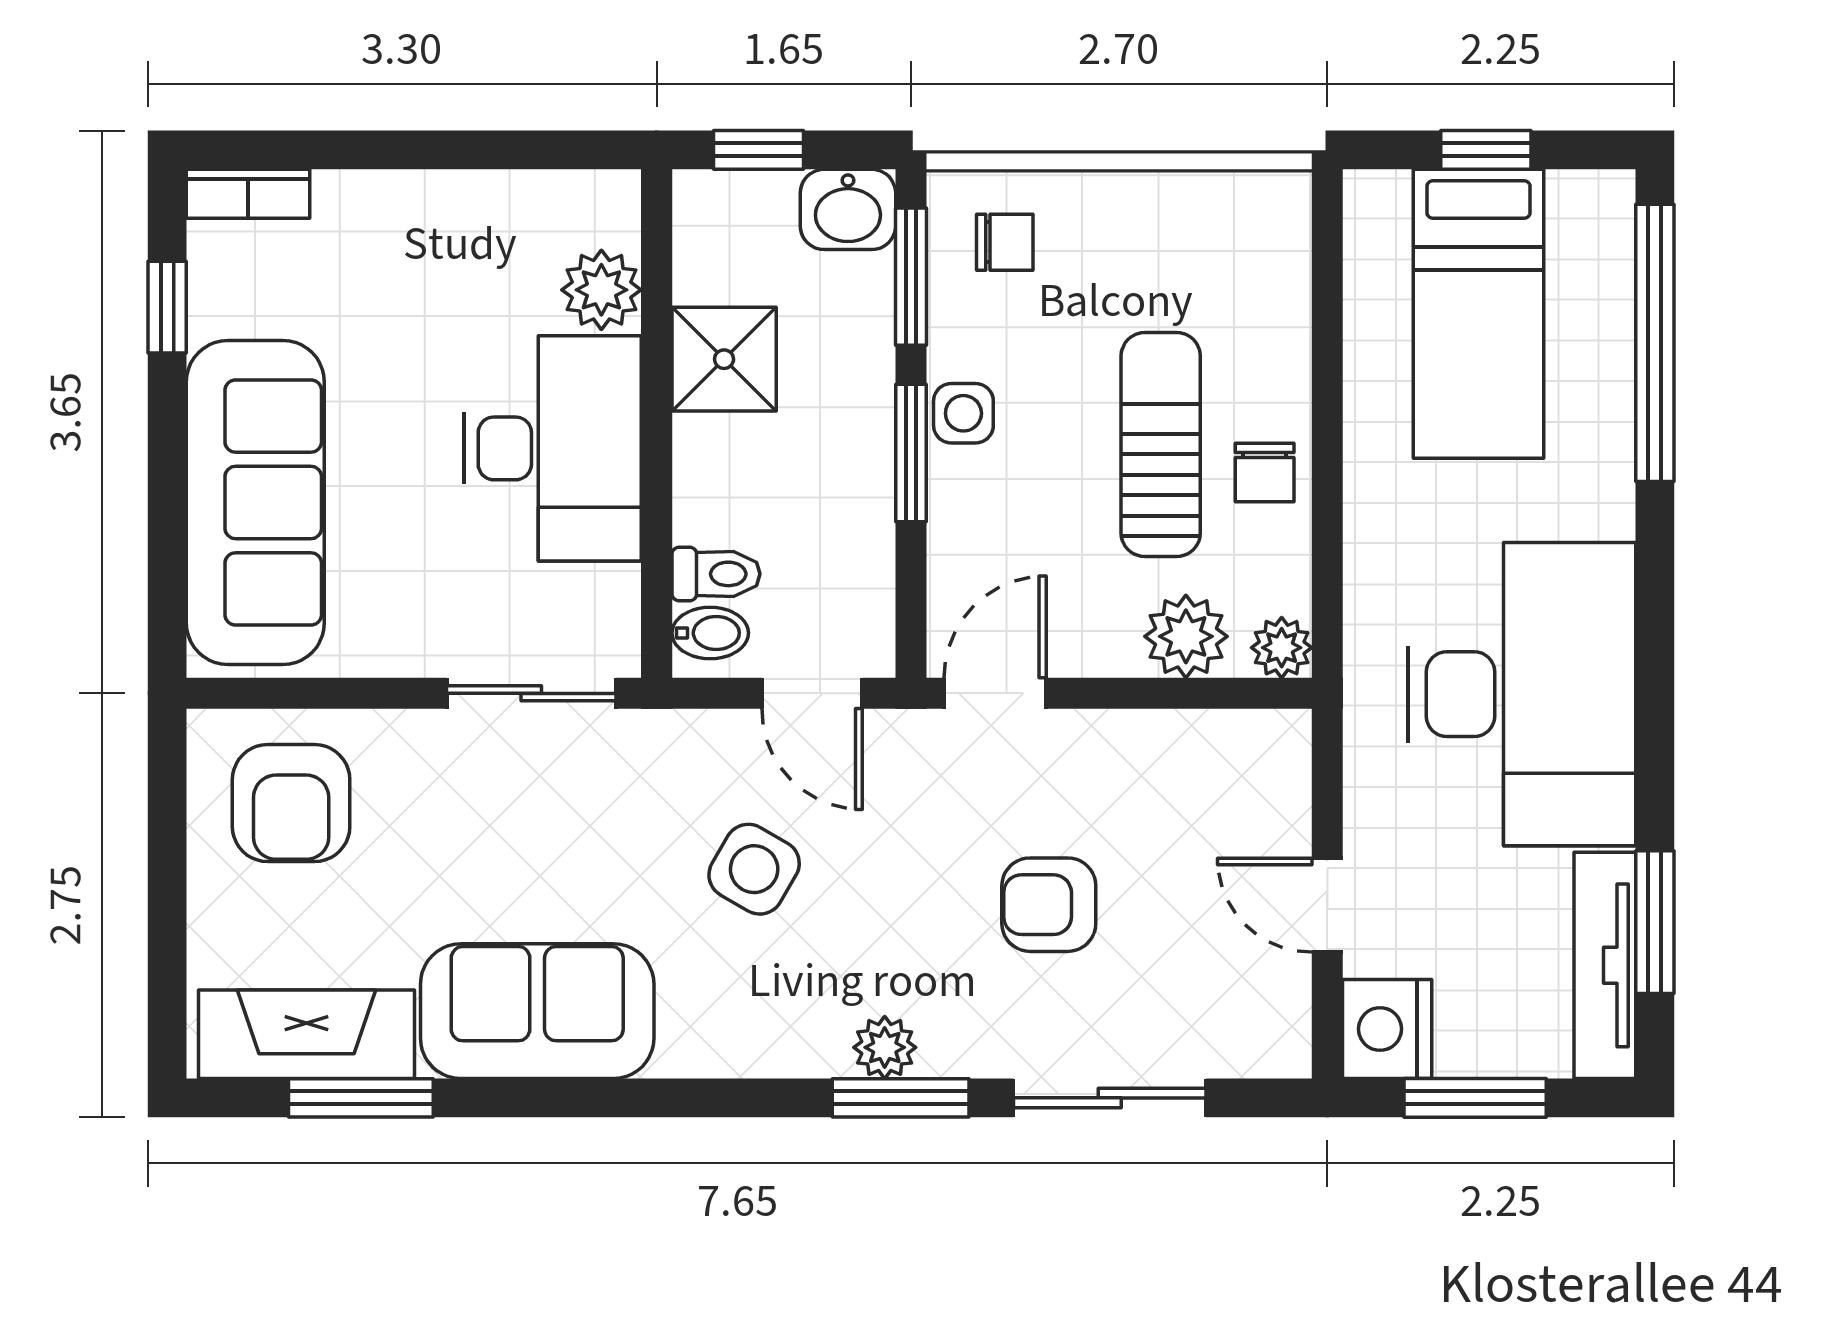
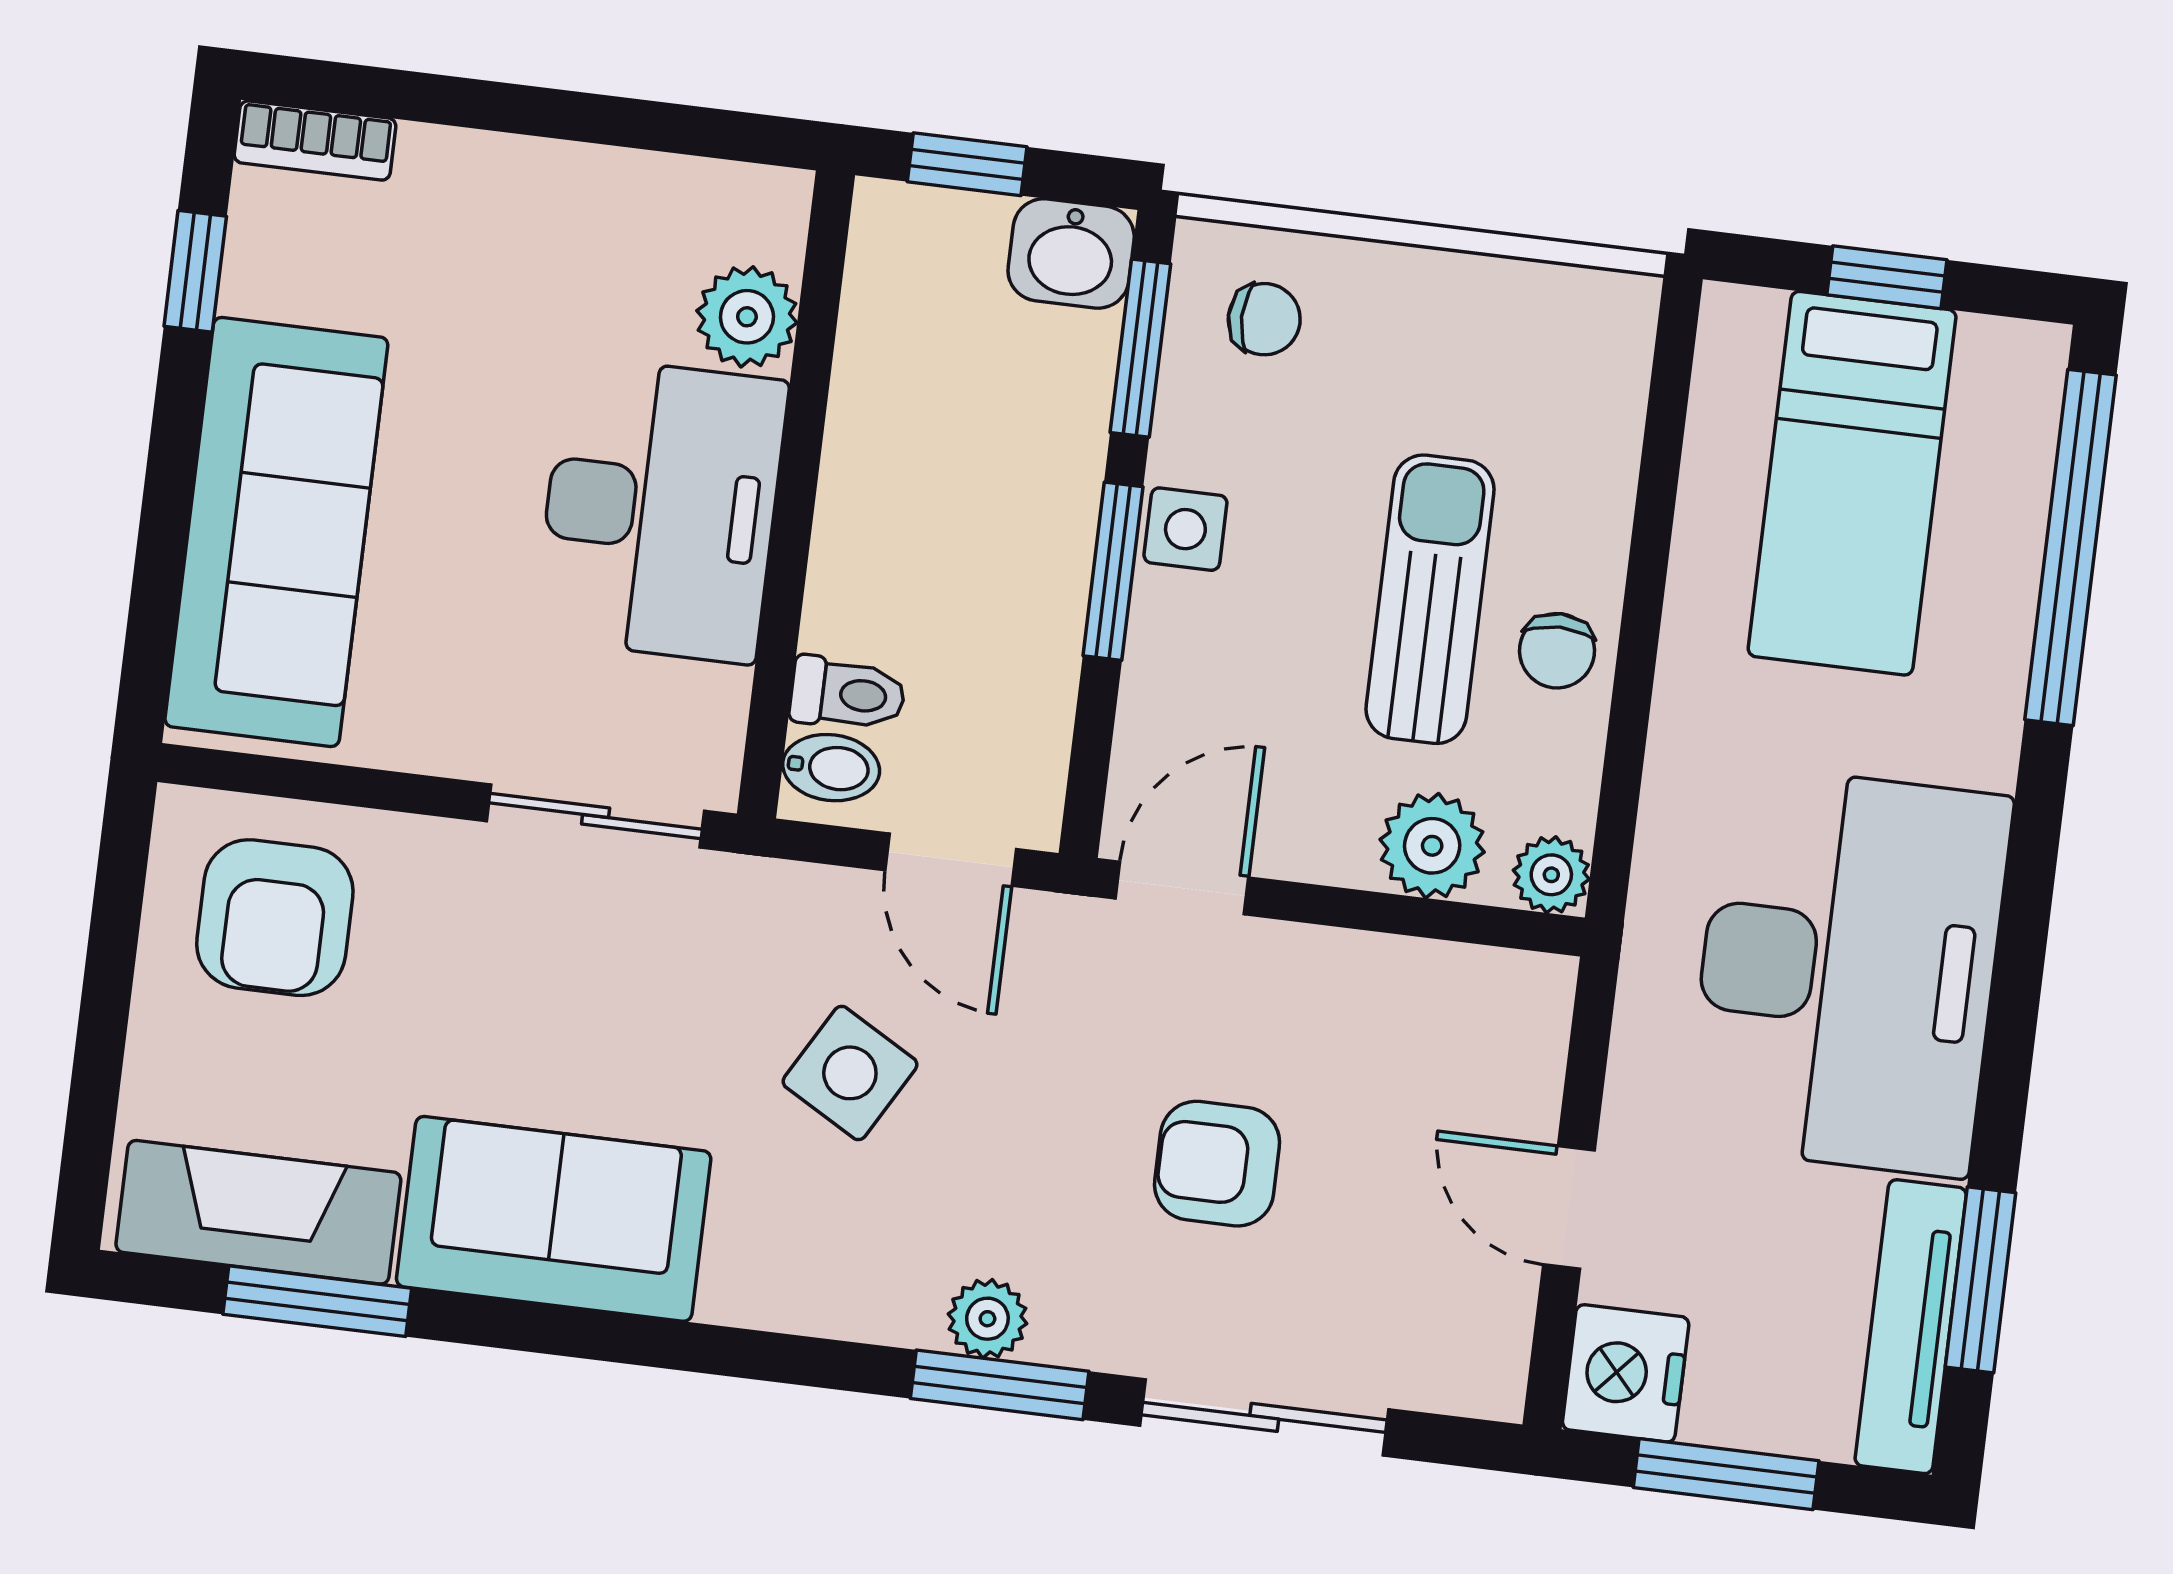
shower: (724, 359) -> (891, 424), removed

